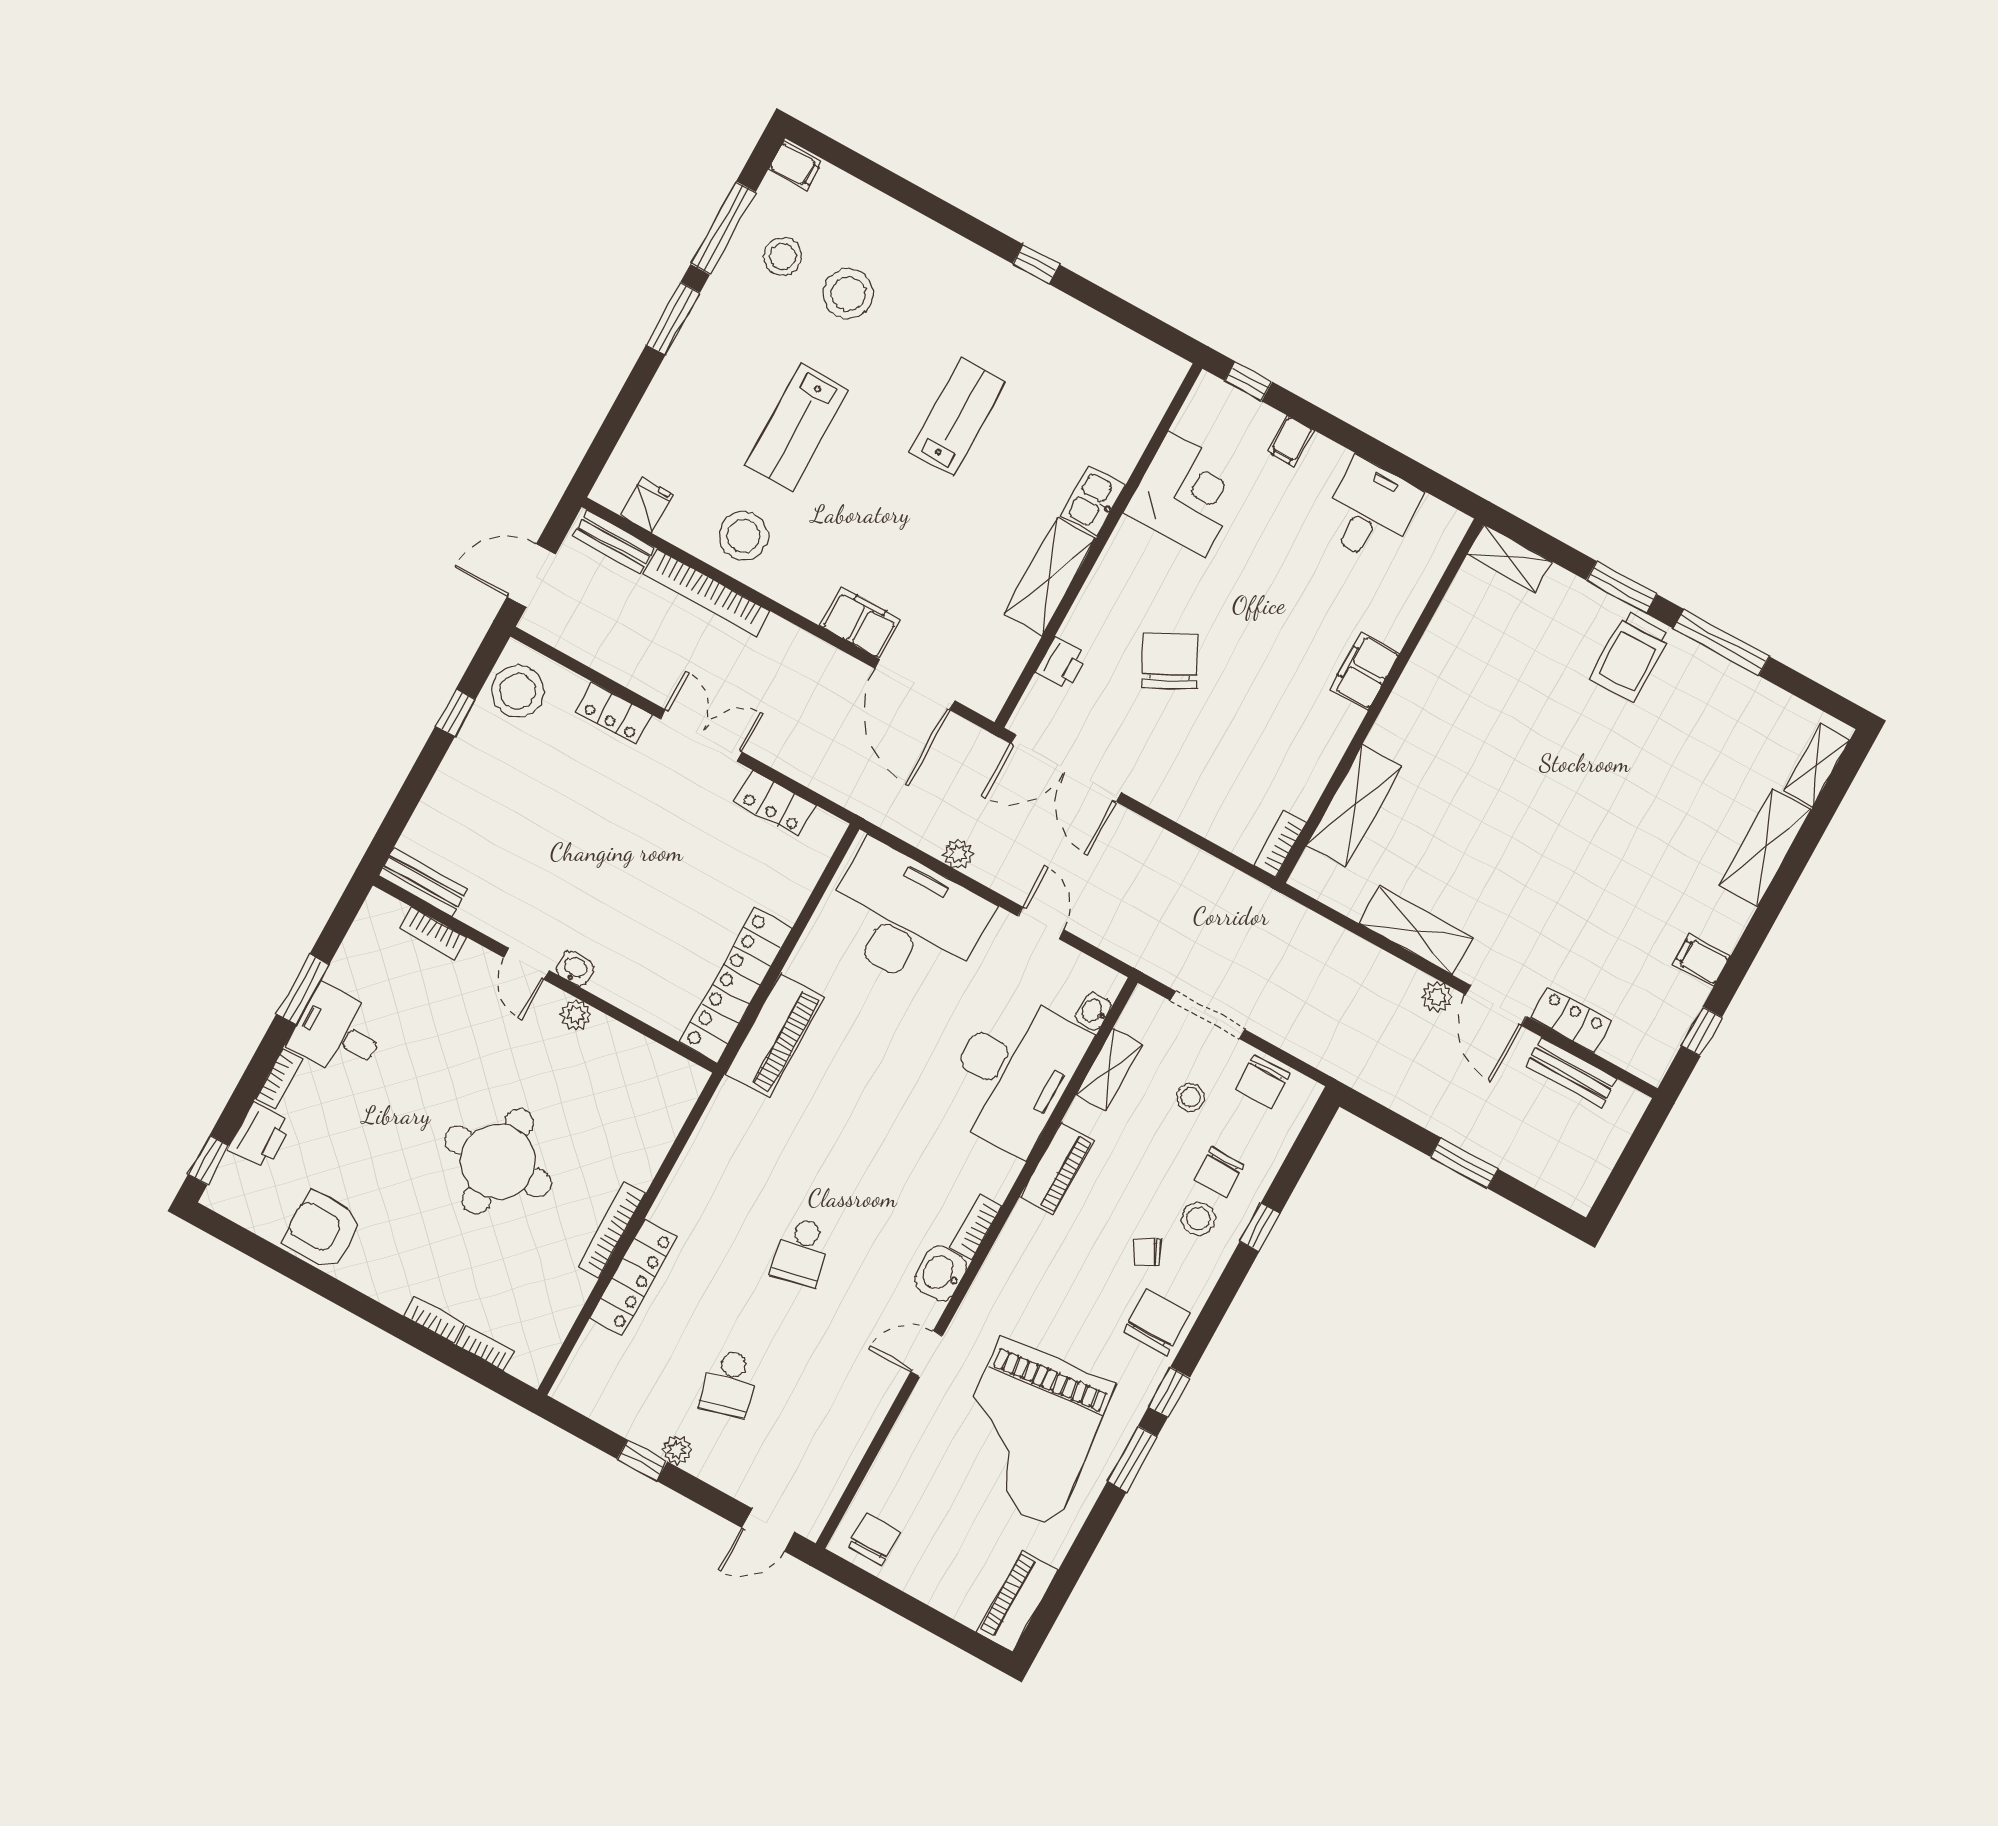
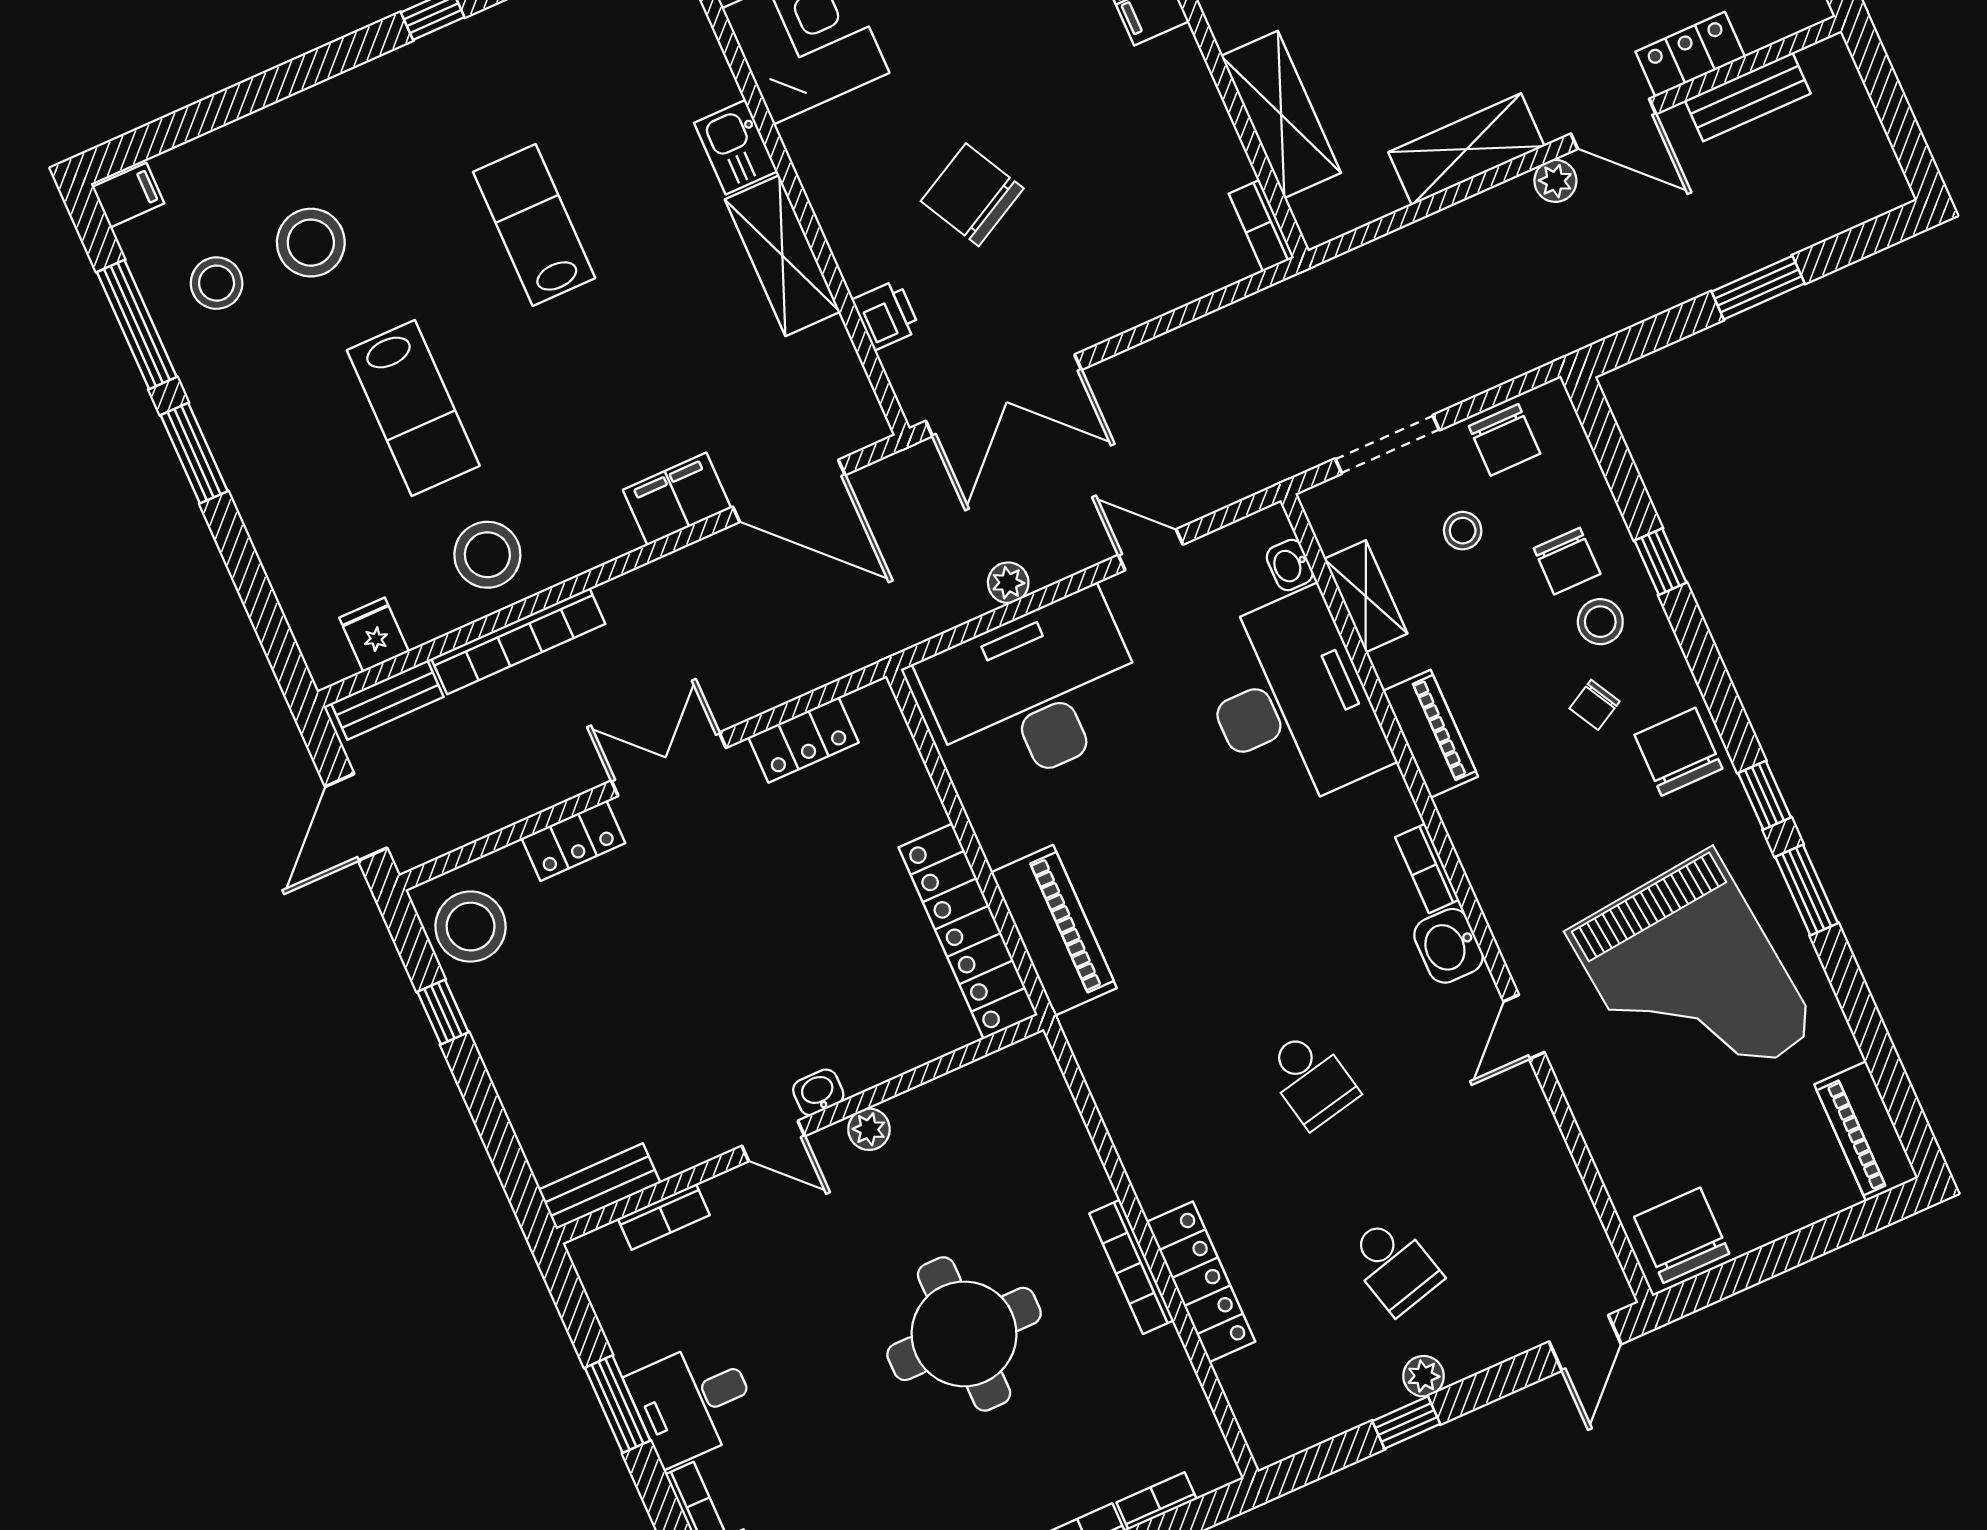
chair: (874, 1539) -> (1682, 1235), width x1.37, depth x1.37

